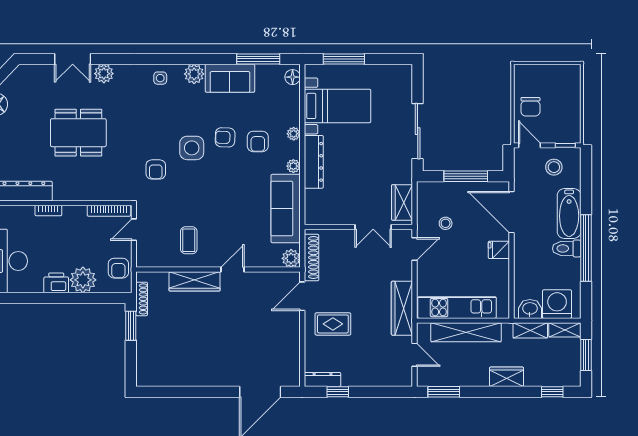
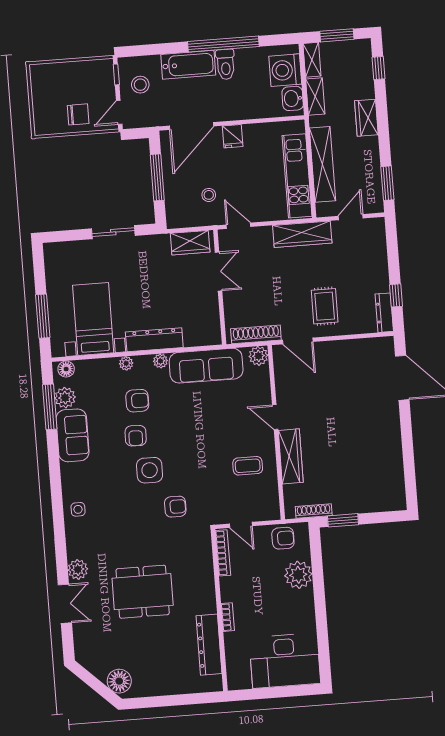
plant: (194, 74) -> (65, 398), moved
sliding door: (418, 131) -> (113, 232), width x0.73
dining table: (78, 133) -> (143, 592), turned 90
printer: (56, 283) -> (304, 603), removed

